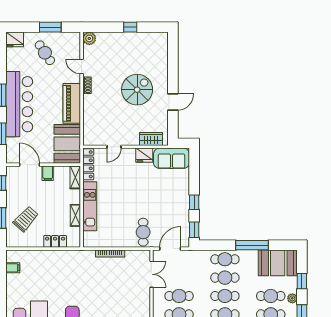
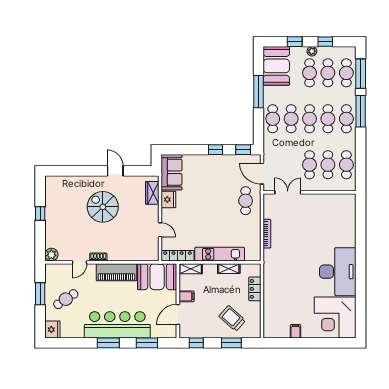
cafe table: (143, 232) -> (246, 201), turned 90
filing cabinet: (13, 268) -> (296, 331), moved

